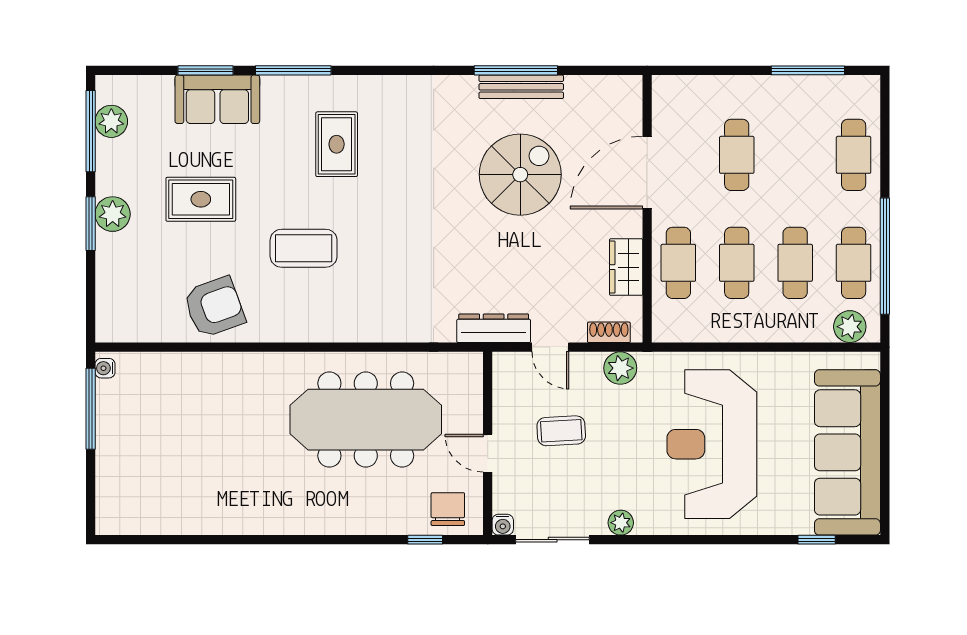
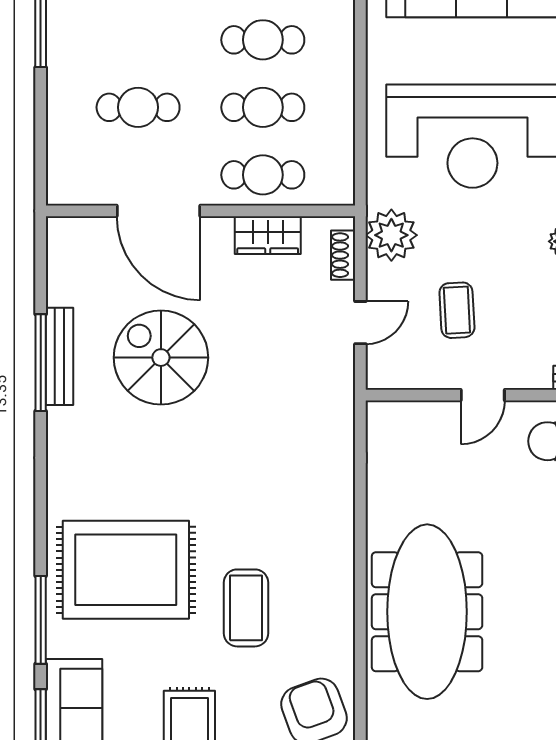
rug: (337, 144) -> (126, 570), width x1.86, depth x2.06
dresser: (494, 328) -> (339, 388), removed
plant: (620, 368) -> (391, 235), width x1.36, depth x1.36
meeting table: (366, 420) -> (427, 612), moved

